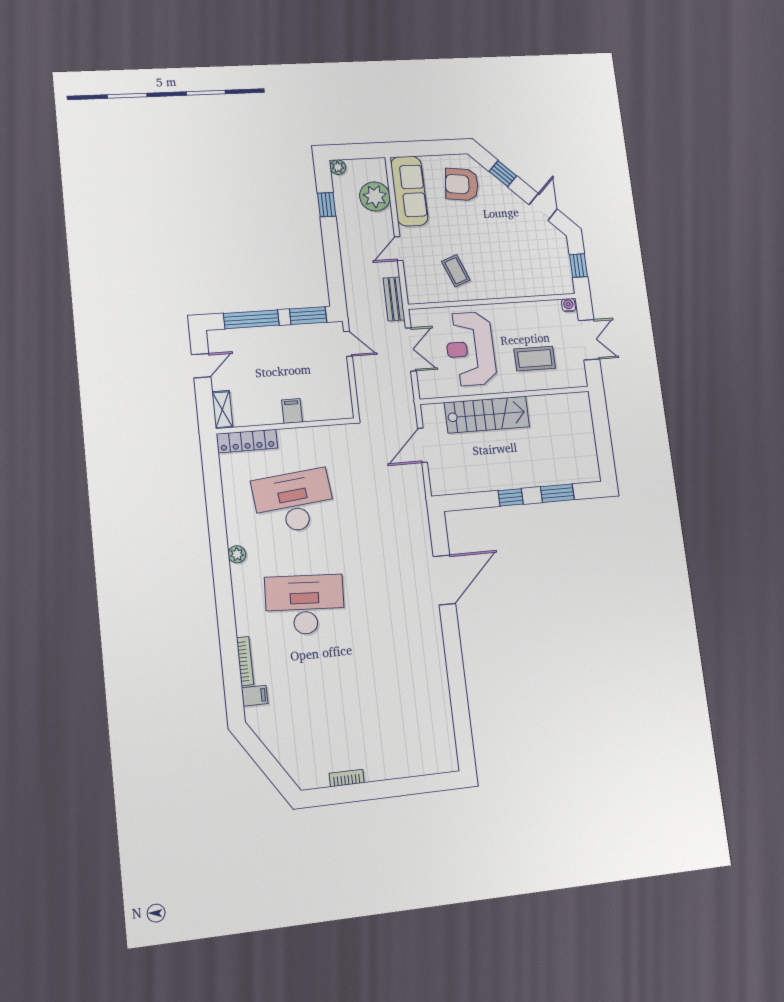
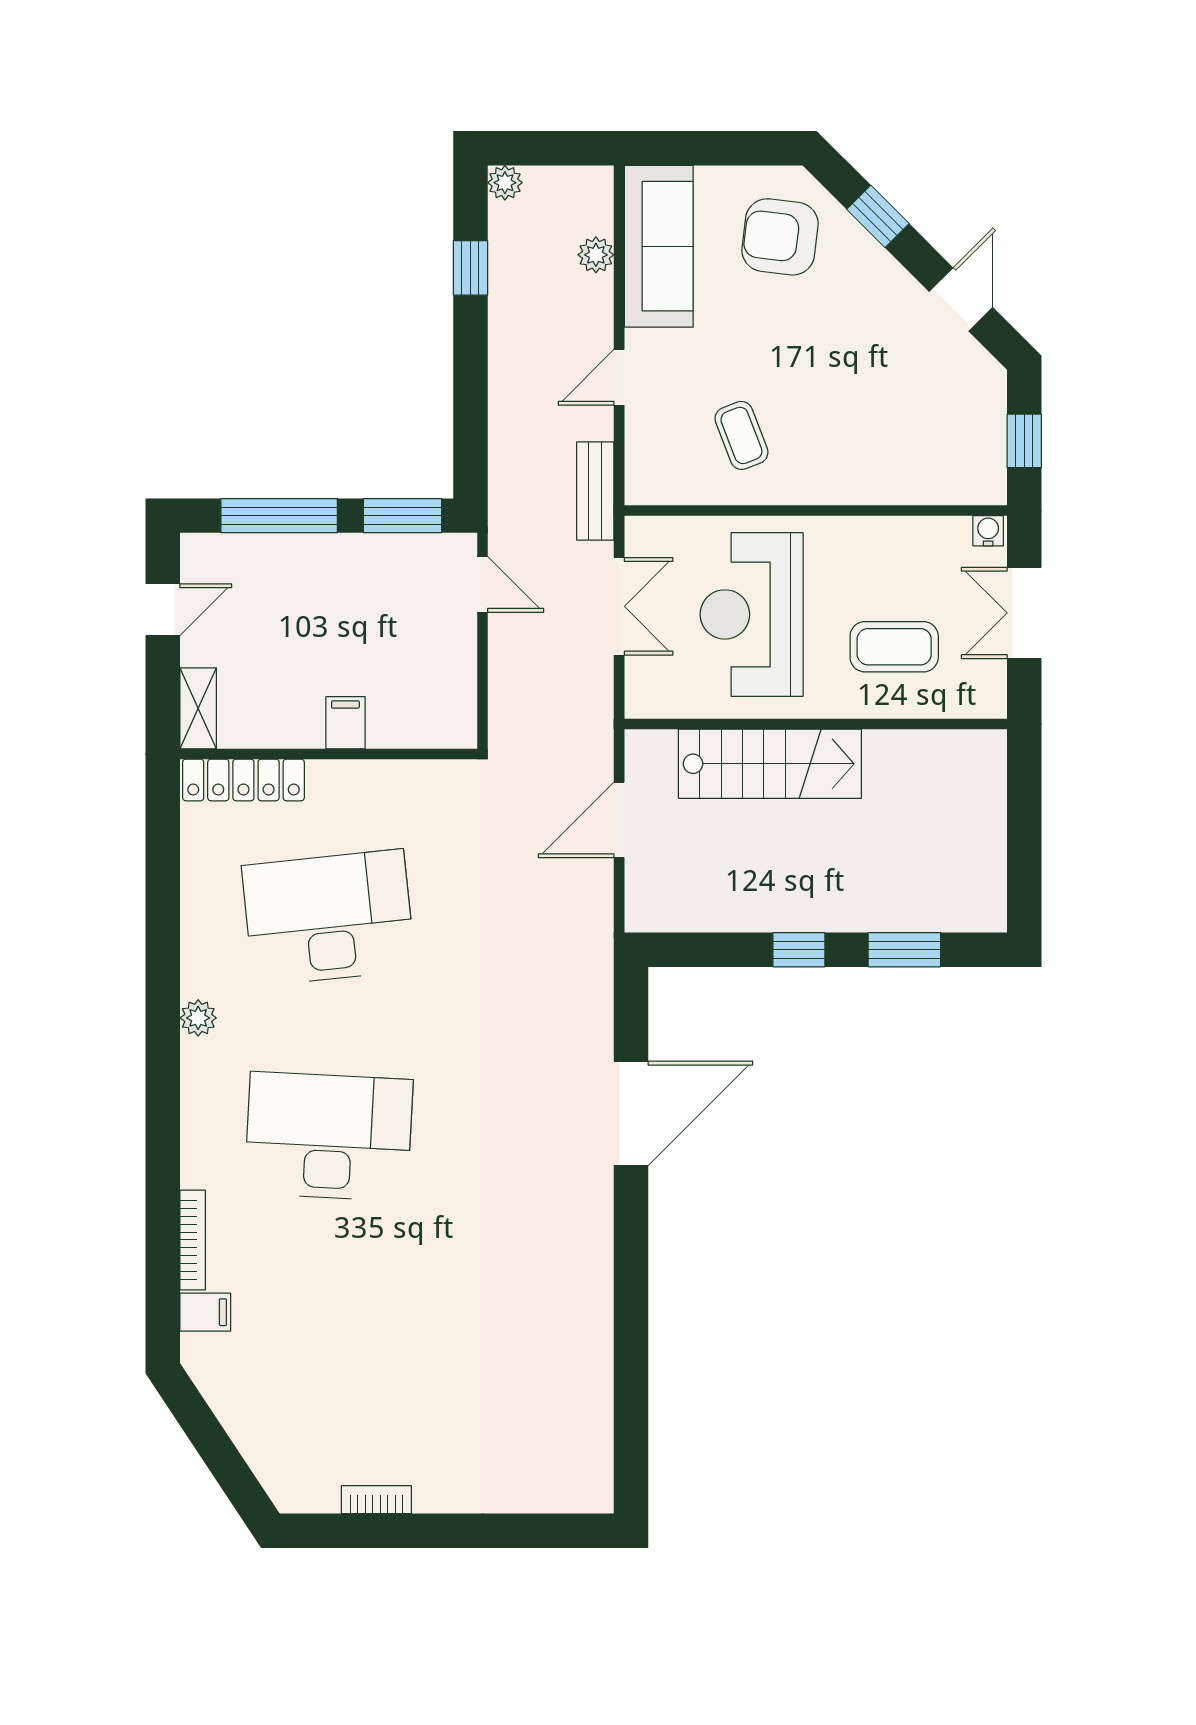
plant: (375, 197) -> (596, 255), width x0.53, depth x0.53
double door: (589, 340) -> (1024, 613), swing flipped

